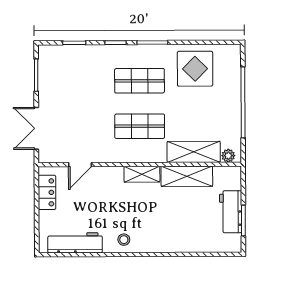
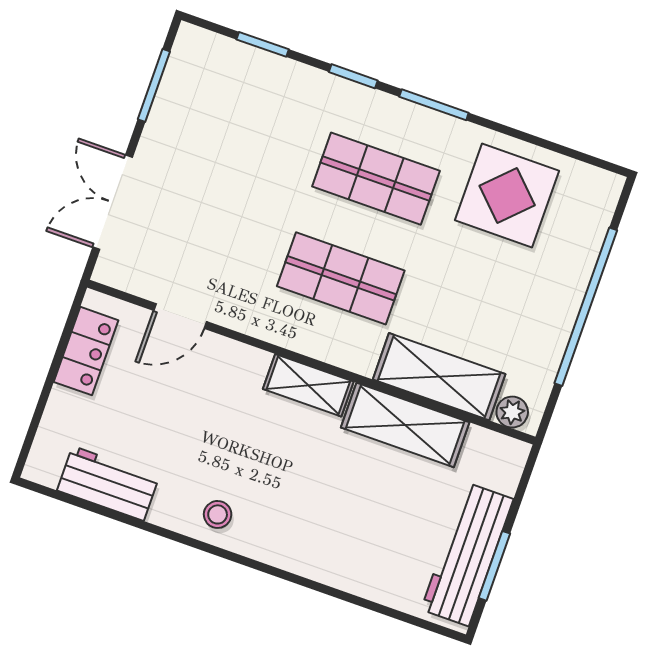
workbench: (231, 212) -> (467, 554), width x1.38
workbench: (75, 243) -> (108, 483), width x0.73

